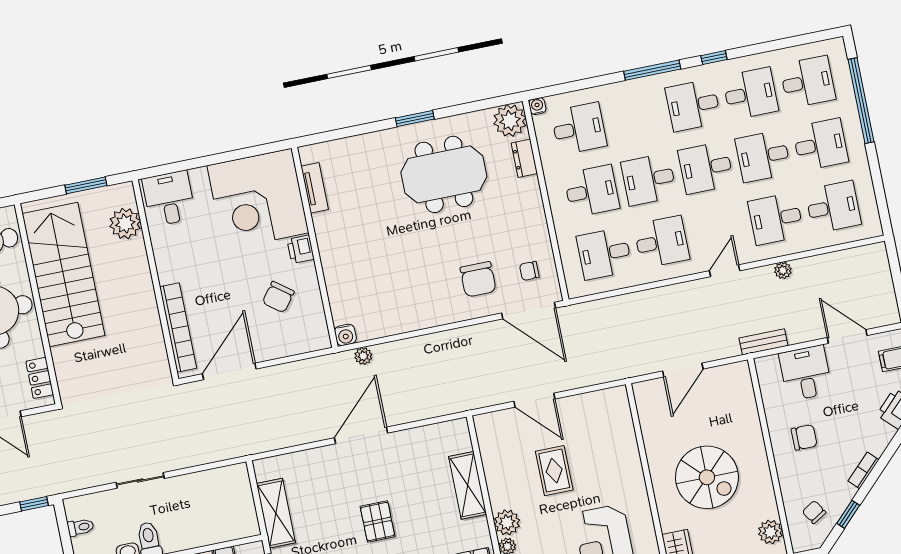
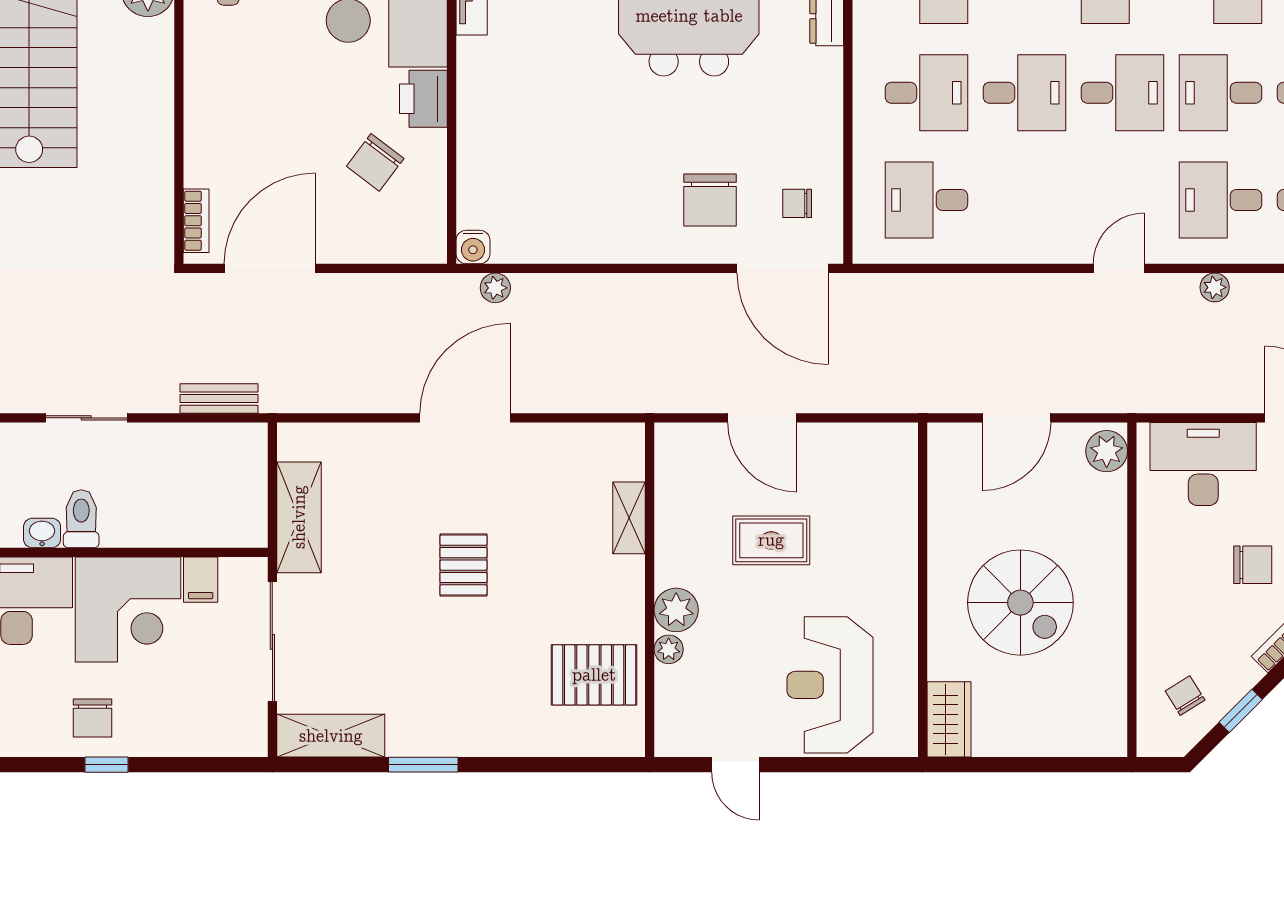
desk: (706, 168) -> (1122, 93), turned 180
desk: (649, 179) -> (1024, 93), turned 180
desk: (661, 242) -> (1024, 200), removed
printer: (301, 249) -> (423, 99), width x1.36, depth x1.24
bookcase: (178, 327) -> (196, 221), width x0.43, depth x0.76
bench: (763, 342) -> (219, 399), moved
desk: (806, 373) -> (1203, 464), width x1.37
chair: (804, 437) -> (1253, 565), moved
rug: (554, 471) -> (771, 540), turned 90
shelving: (468, 485) -> (629, 518), width x0.67, depth x0.75
plant: (770, 532) -> (1107, 451), moved

